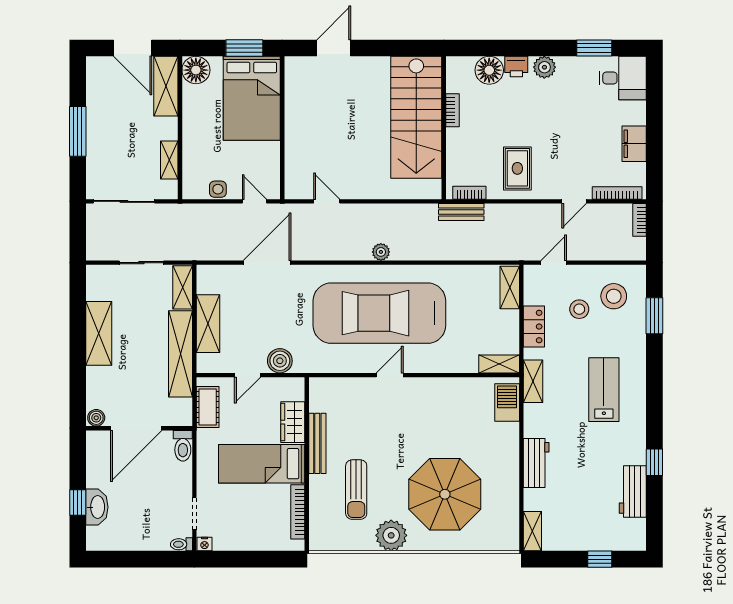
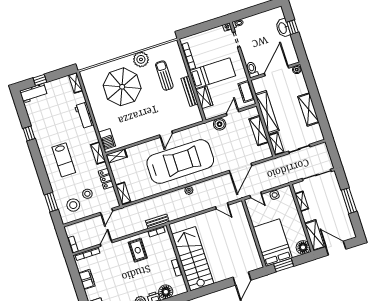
workbench: (633, 492) -> (33, 93), moved, turned 90

